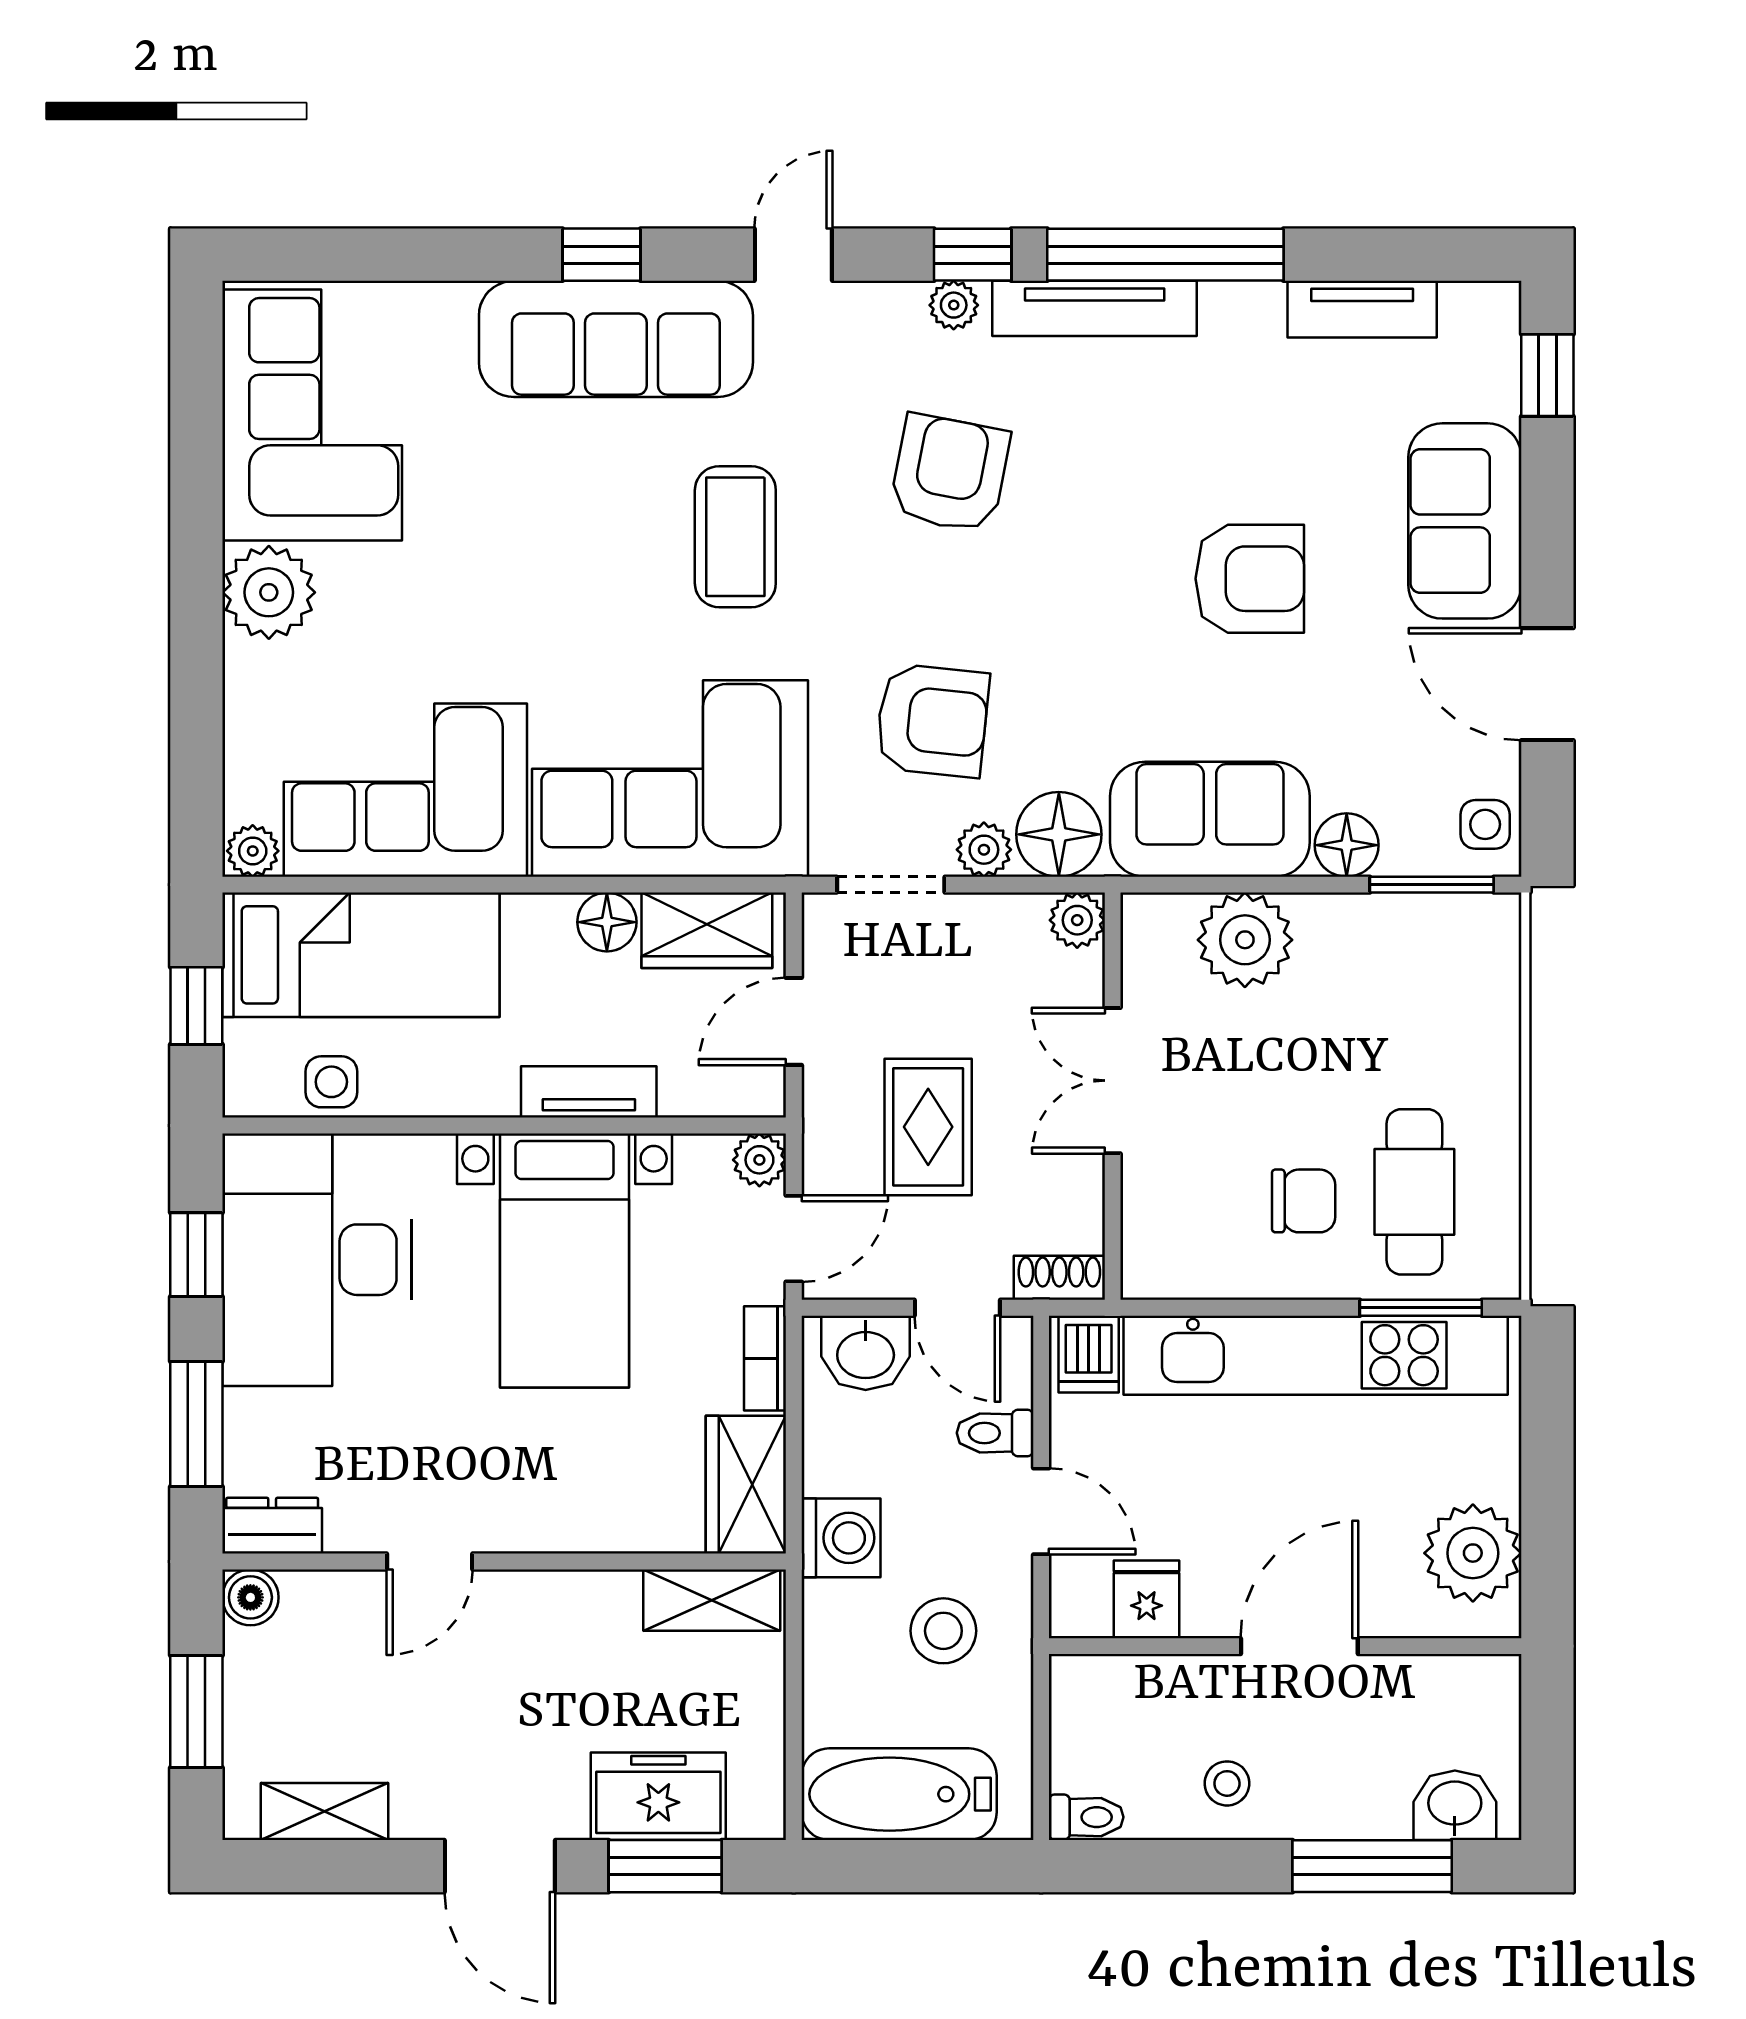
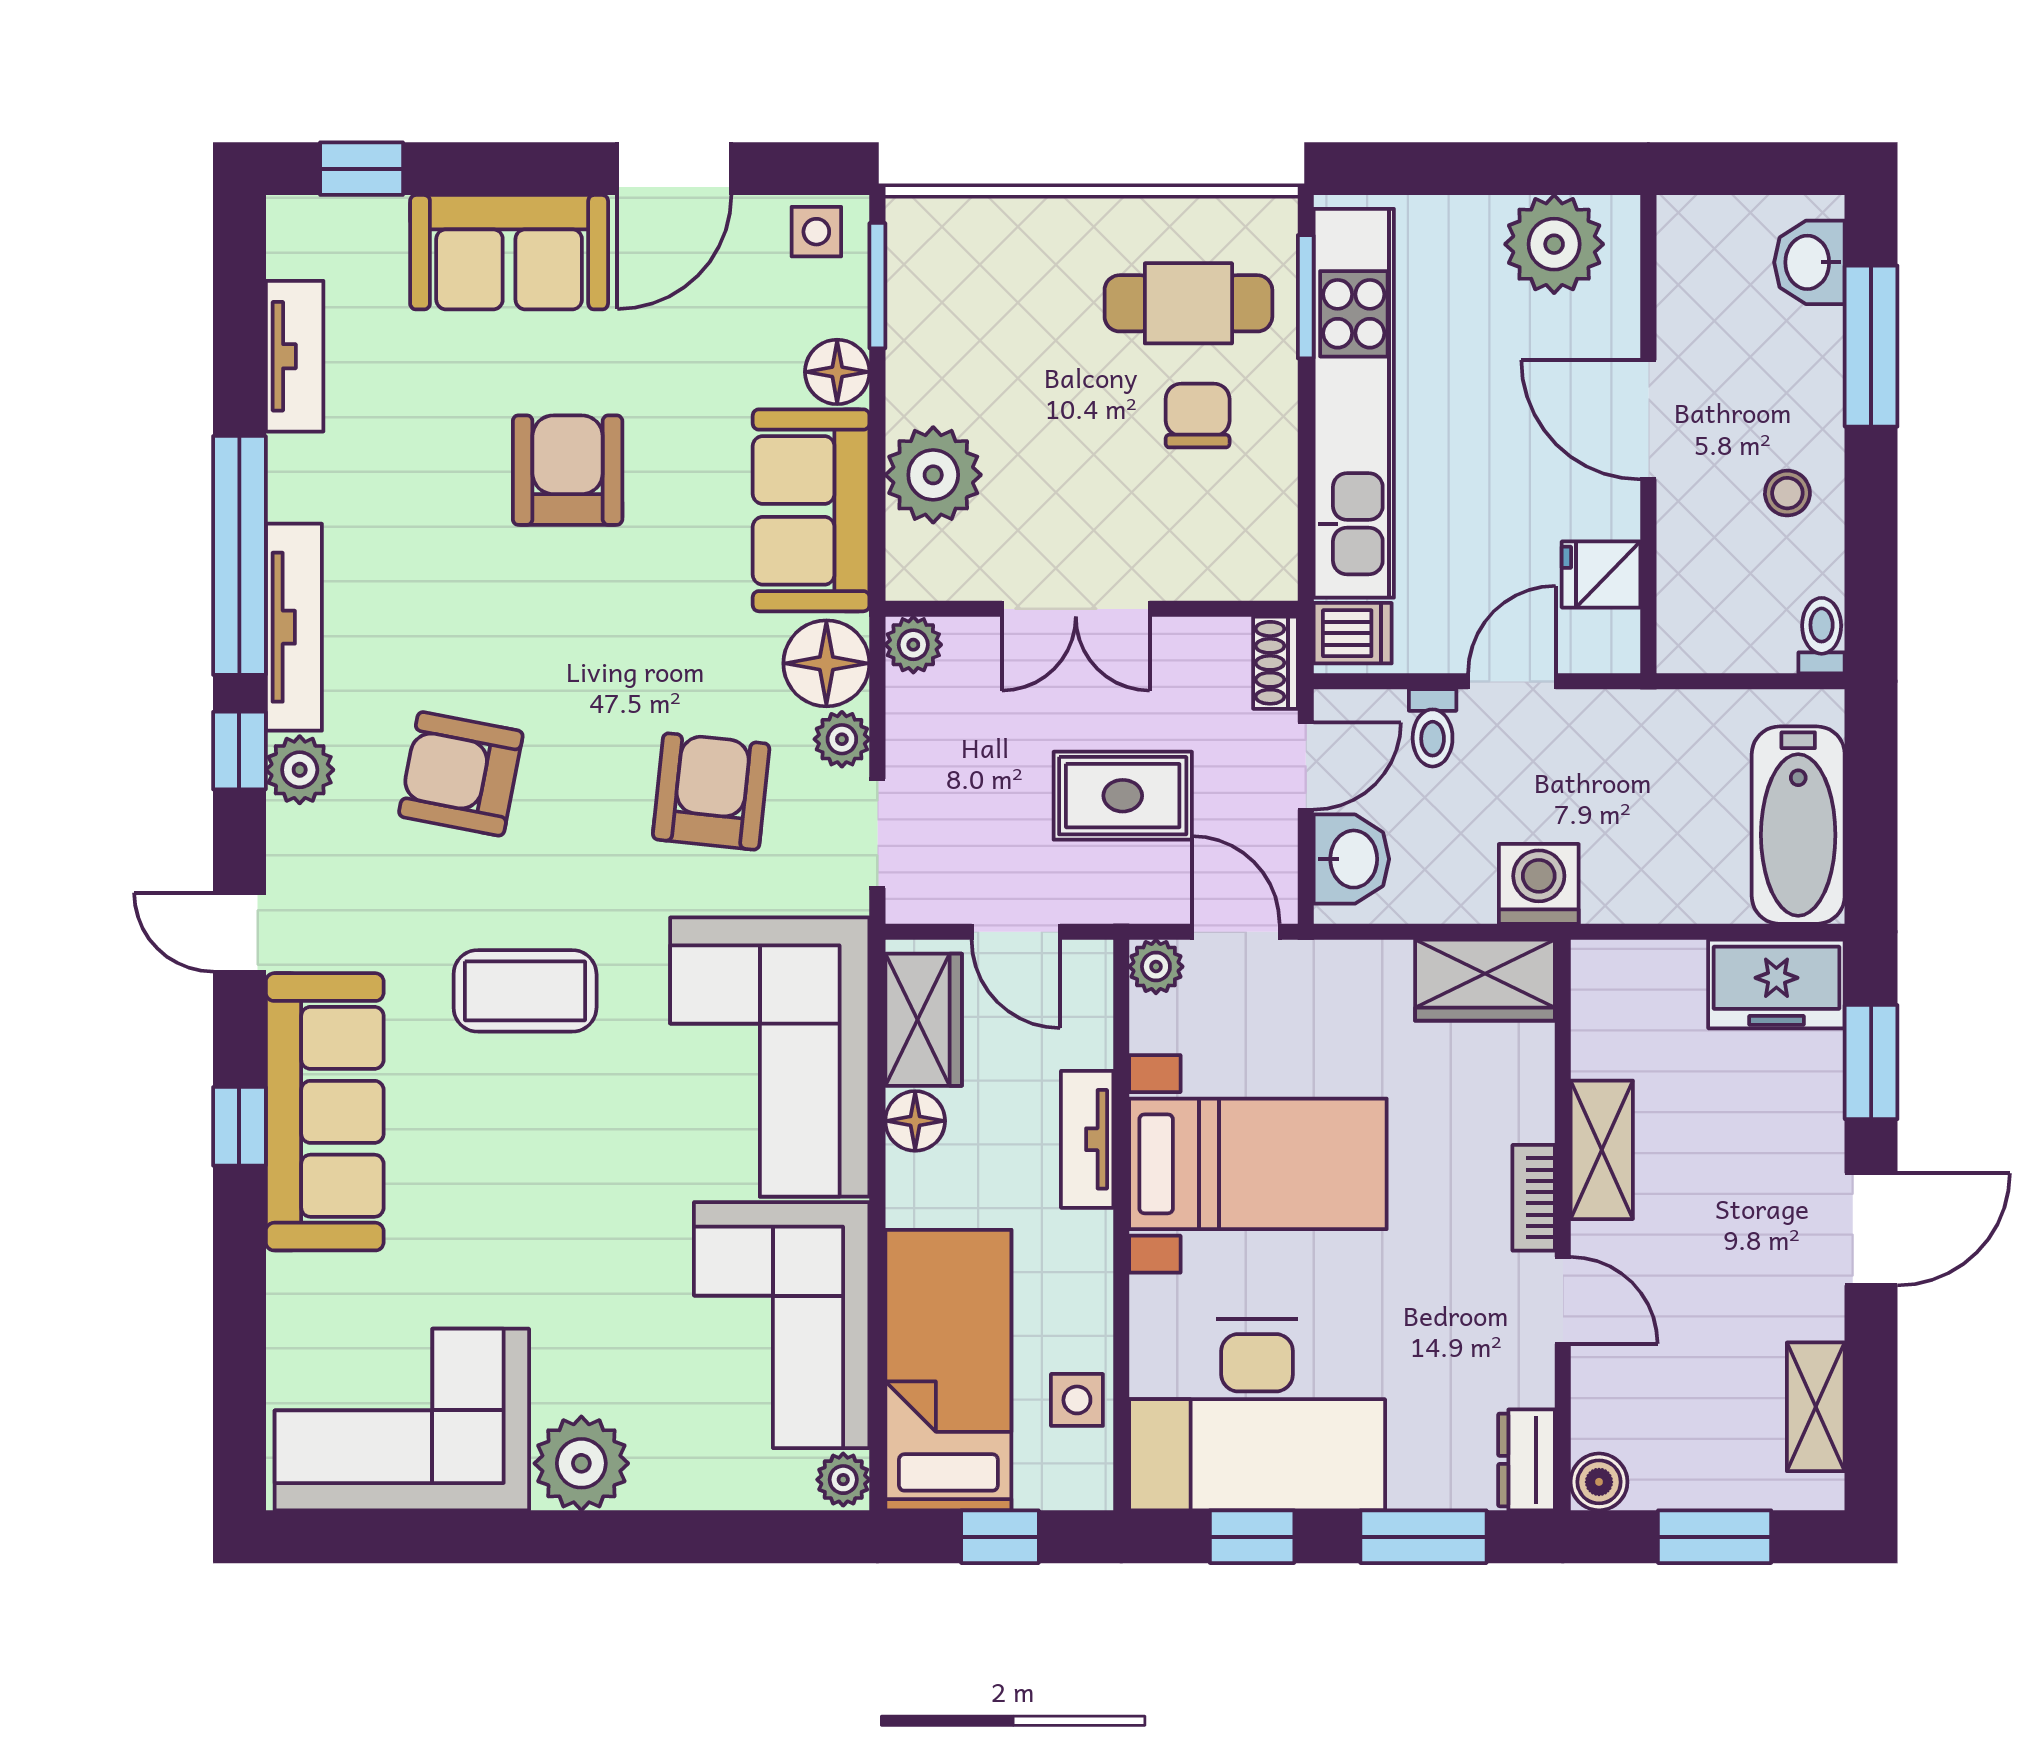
plant: (954, 305) -> (300, 770), width x1.38, depth x1.38
bookcase: (765, 1358) -> (1534, 1198), moved, turned 90
shelving: (712, 1600) -> (1602, 1150), moved
stool: (943, 1631) -> (1633, 780), removed
freezer: (658, 1796) -> (1776, 984), moved, turned -90

